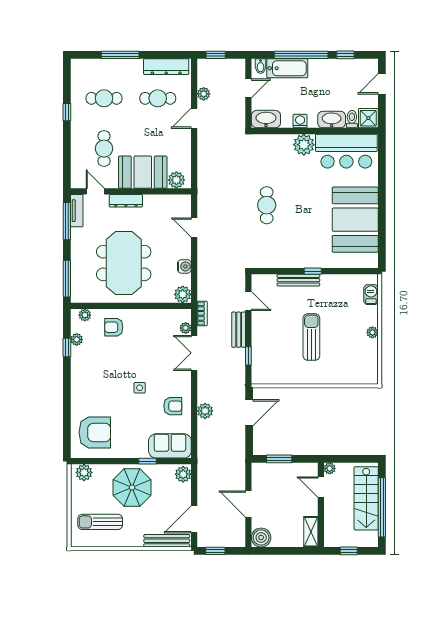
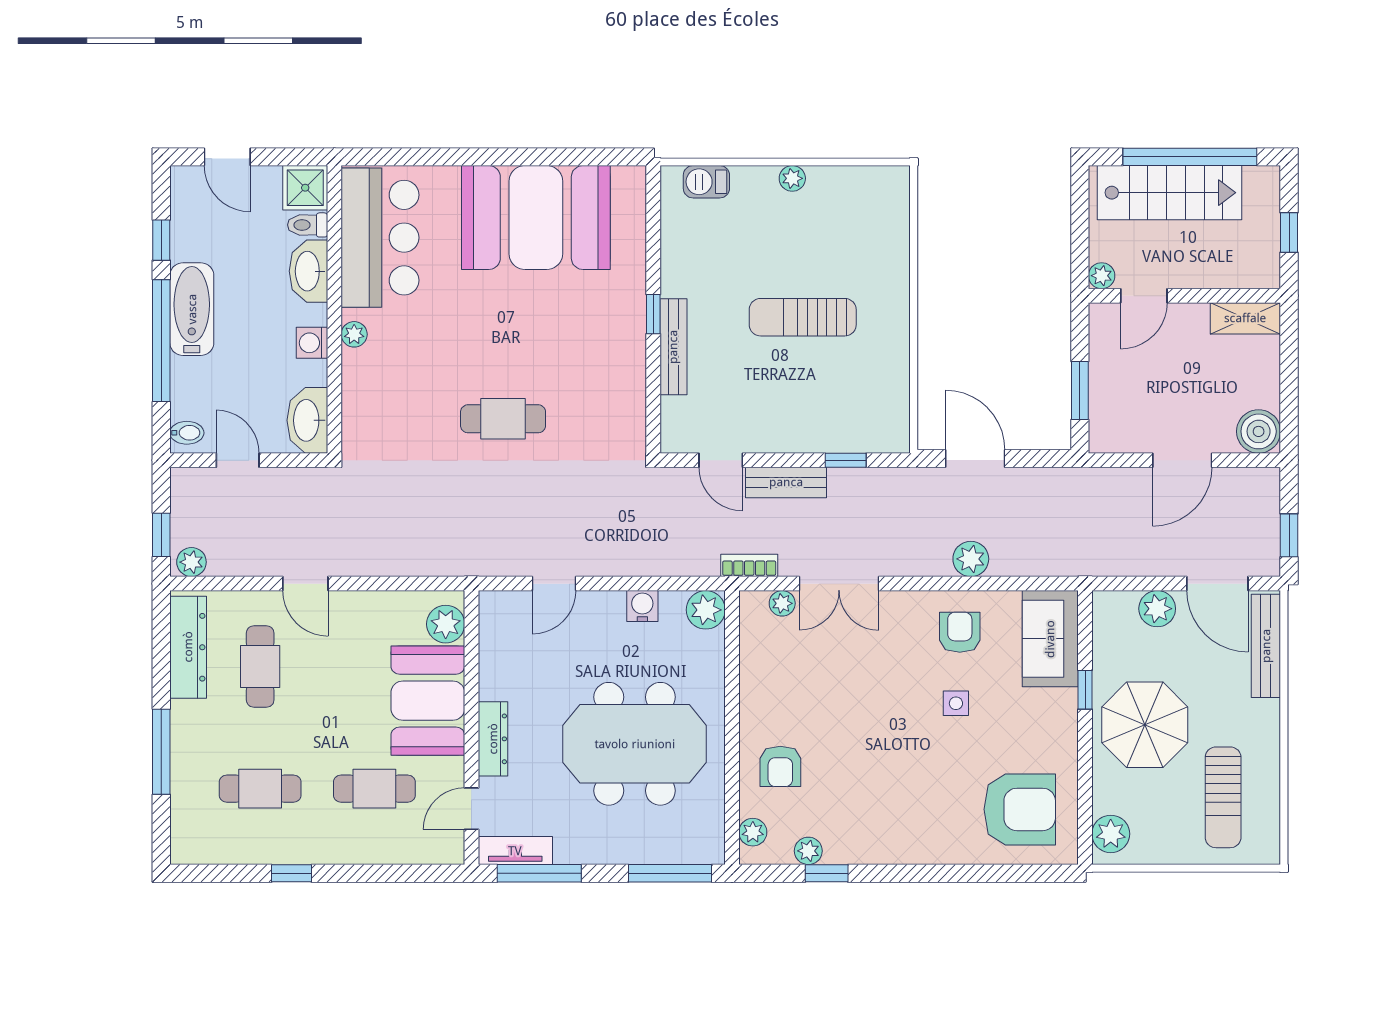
bathtub: (287, 68) -> (192, 309), moved
plant: (204, 94) -> (191, 562), moved
cafe table: (104, 98) -> (260, 789), turned 90
plant: (304, 145) -> (354, 334), width x0.53, depth x0.53
door: (248, 301) -> (721, 460), swing flipped
side table: (140, 388) -> (956, 703), moved
armchair: (95, 432) -> (1020, 809), turned 90
plant: (183, 474) -> (1157, 609), moved

